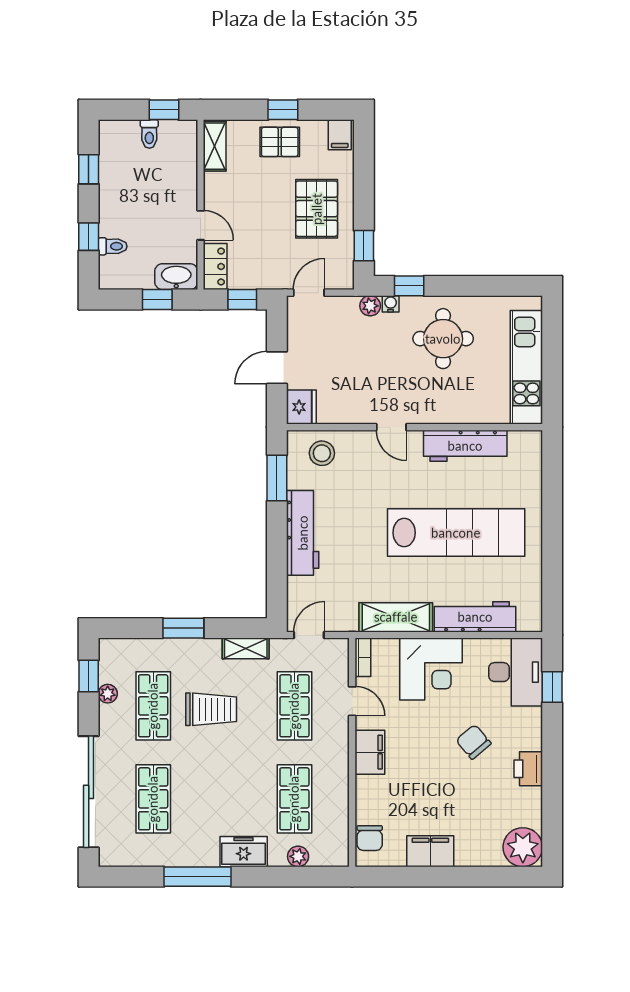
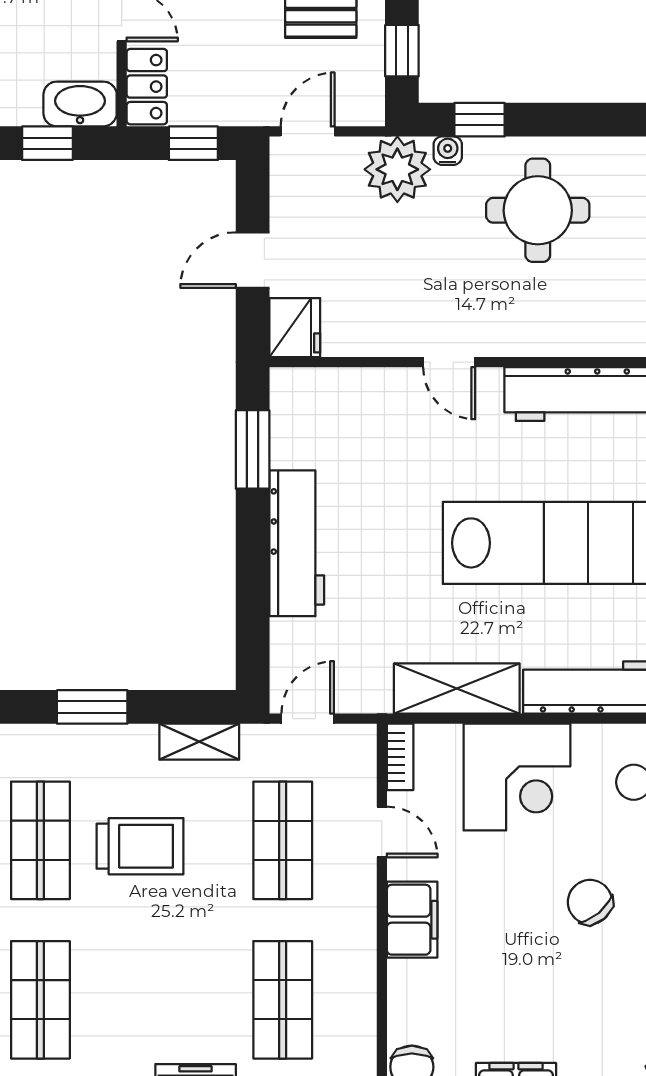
plant: (370, 306) -> (397, 169), width x1.88, depth x1.88
stool: (322, 453) -> (330, 407), removed

